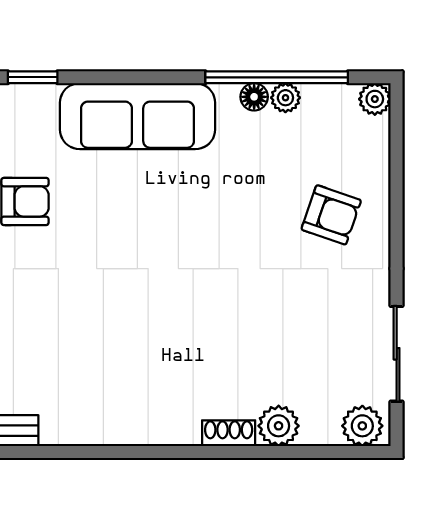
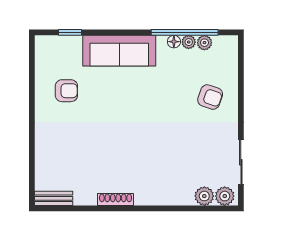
plant: (375, 99) -> (204, 43), moved
plant: (279, 426) -> (204, 196), moved
shoe rack: (229, 433) -> (116, 200), moved, width x1.43

